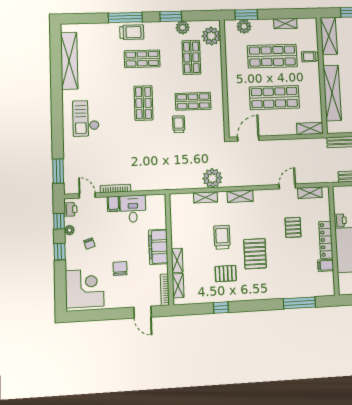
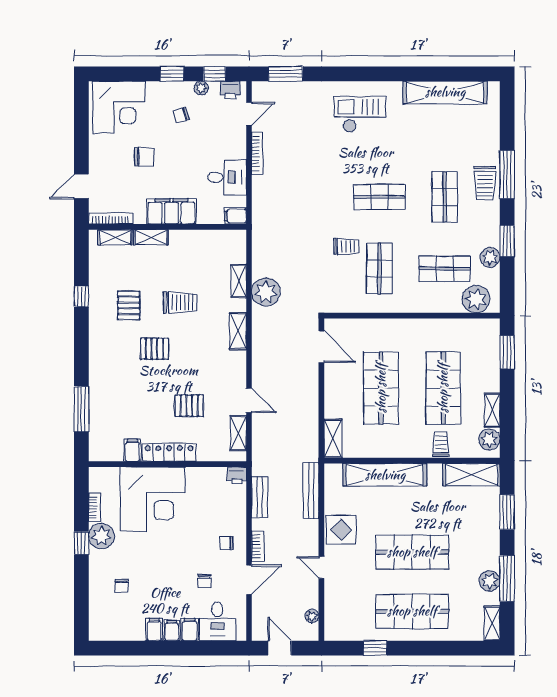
plant: (244, 26) -> (489, 439), moved
filing cabinet: (113, 204) -> (235, 216), moved
printer: (340, 220) -> (237, 475), moved
pallet: (255, 254) -> (155, 349), width x0.67, depth x0.71

